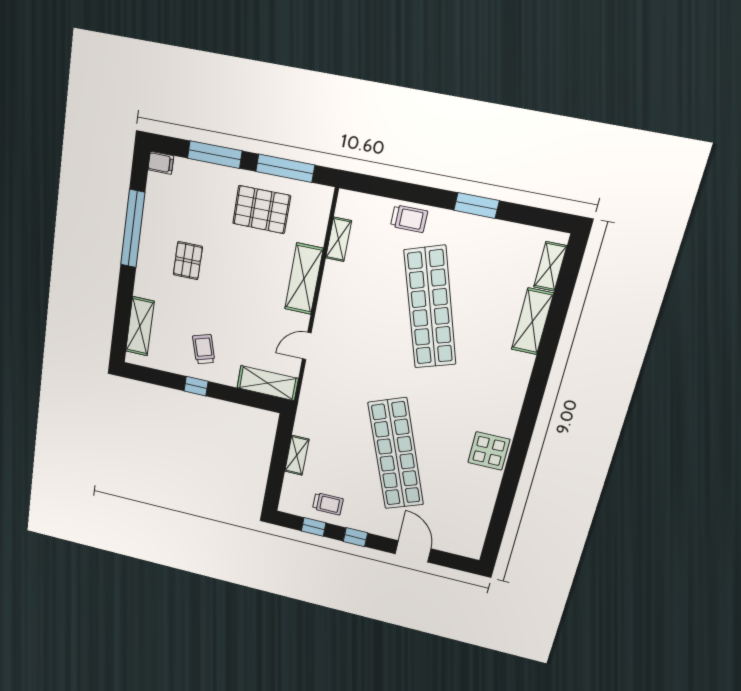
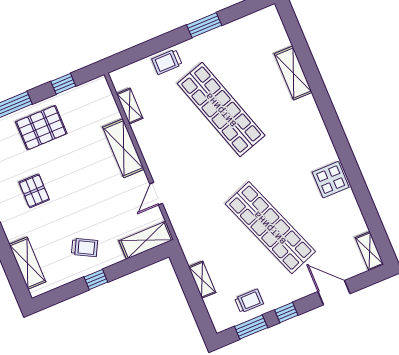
window: (285, 168) -> (63, 84), width x0.46
pallet: (262, 210) -> (41, 128), moved
trolley: (409, 219) -> (167, 62), turned 180
shelving: (550, 266) -> (369, 251), moved
trolley: (204, 349) -> (85, 247), turned 135
window: (314, 527) -> (251, 327), width x1.50

